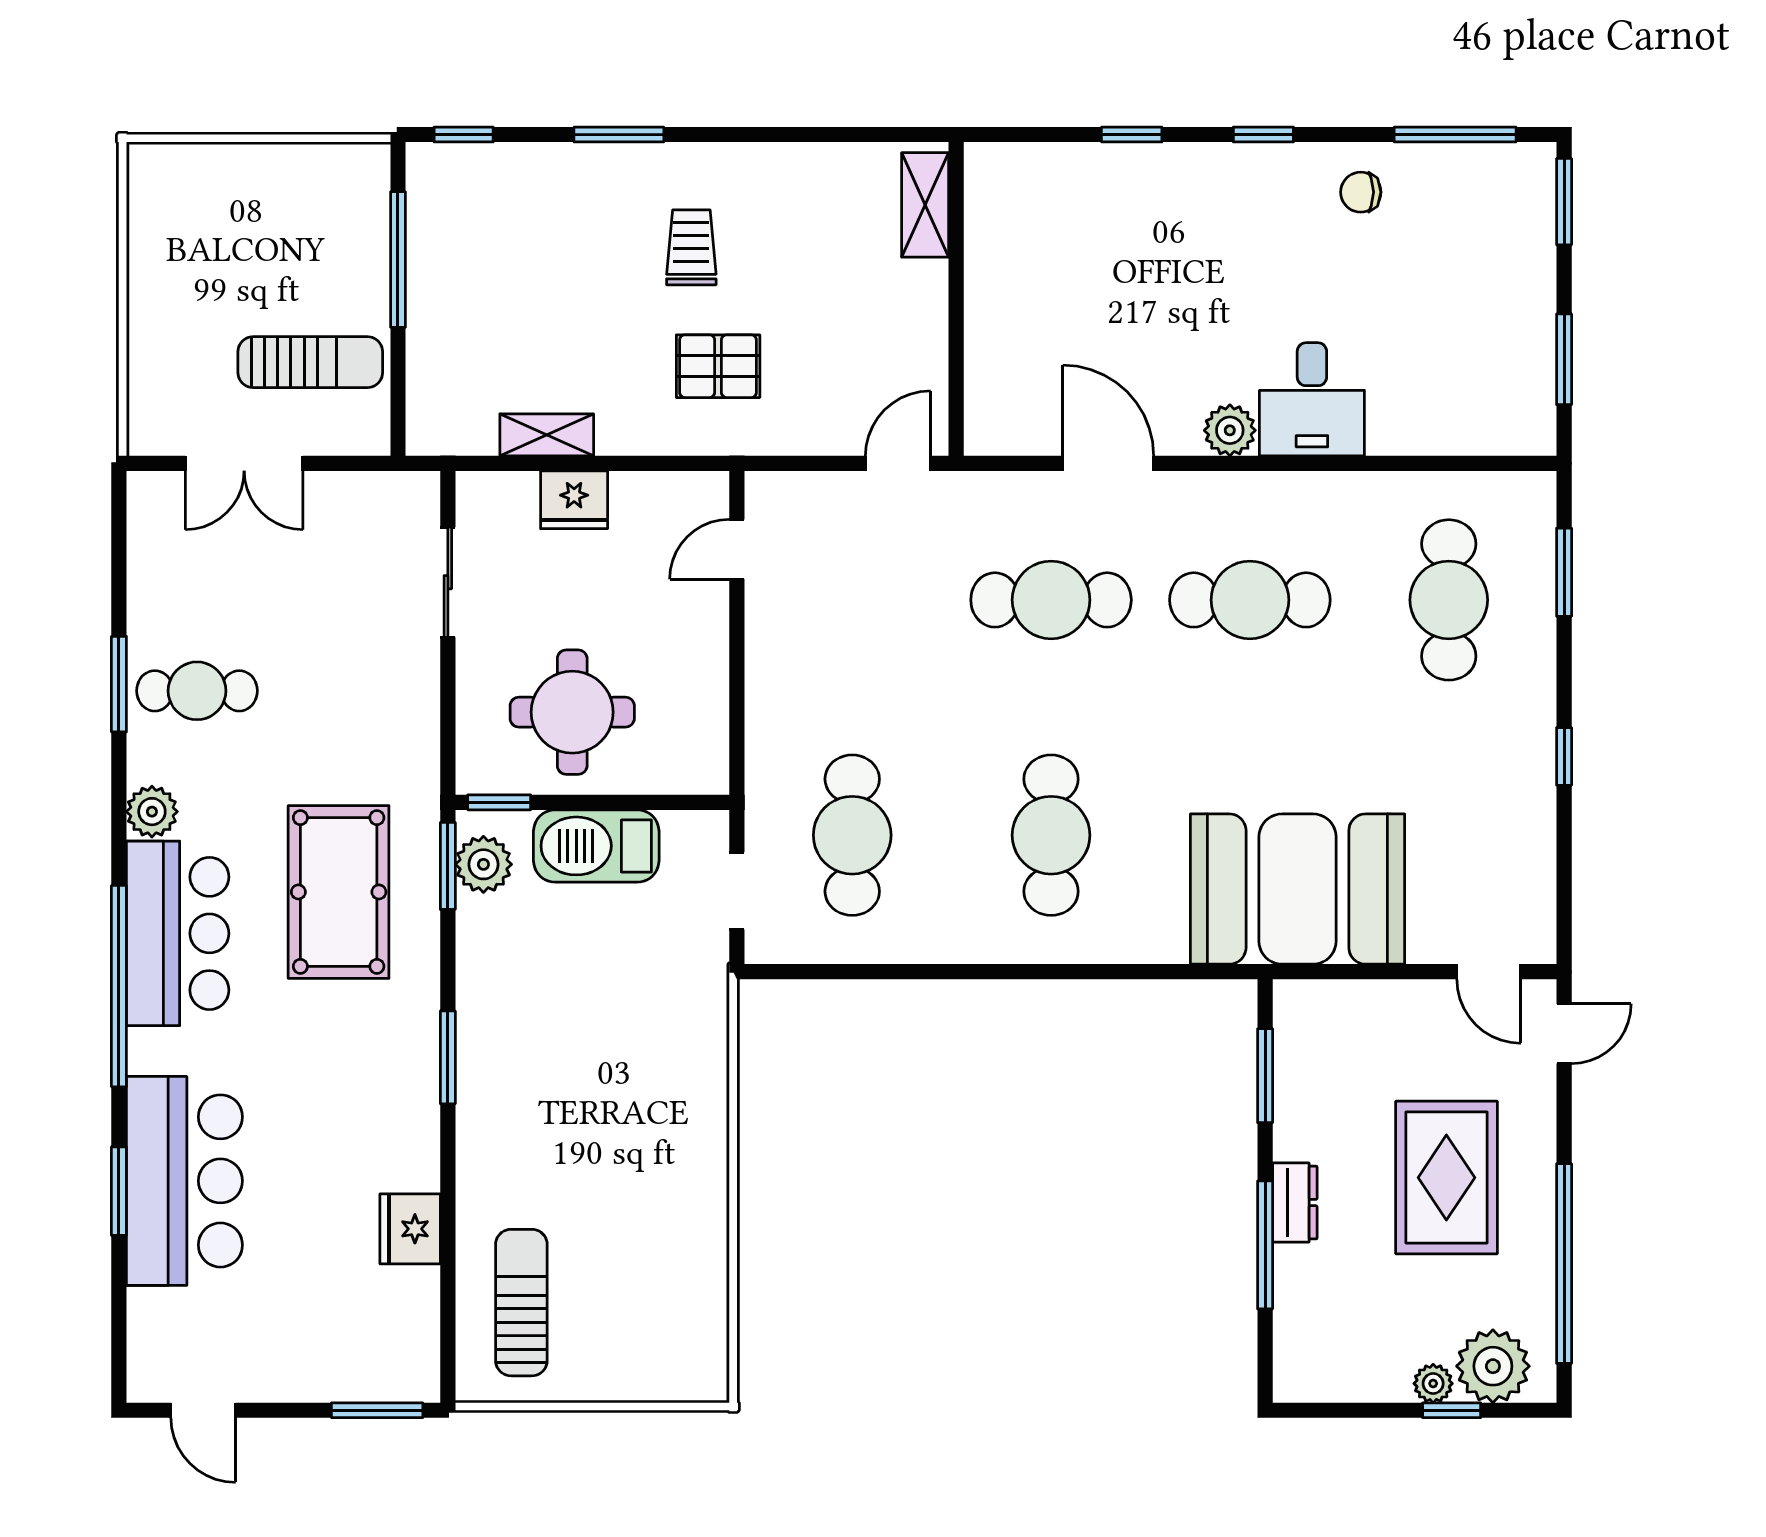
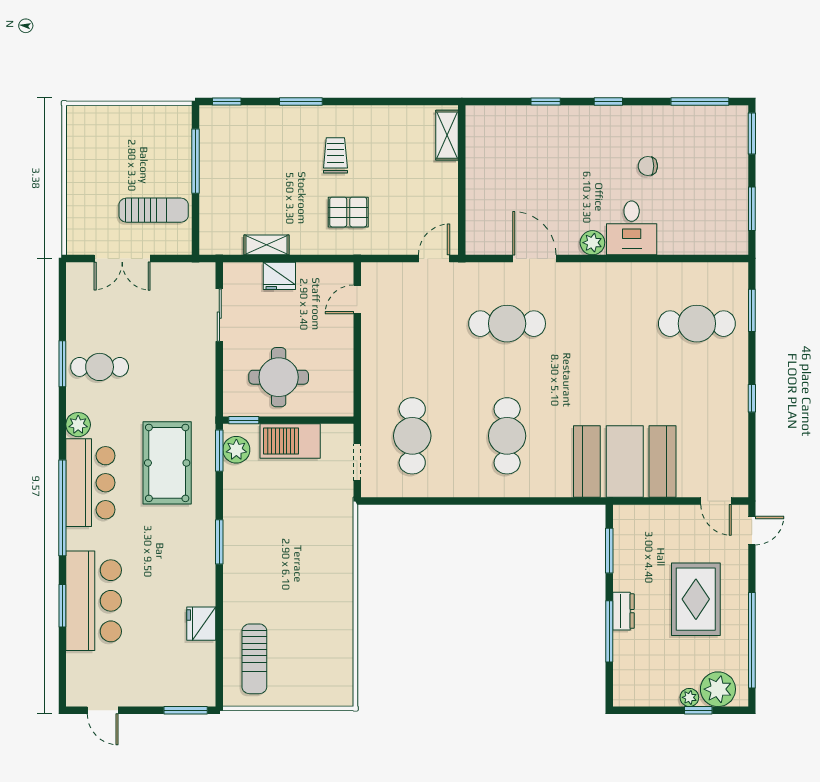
chair: (1361, 192) -> (648, 166), moved
cafe table: (1250, 600) -> (602, 324), removed
cafe table: (1449, 600) -> (697, 324), turned 90
sun lounger: (521, 1303) -> (254, 659), turned 180

